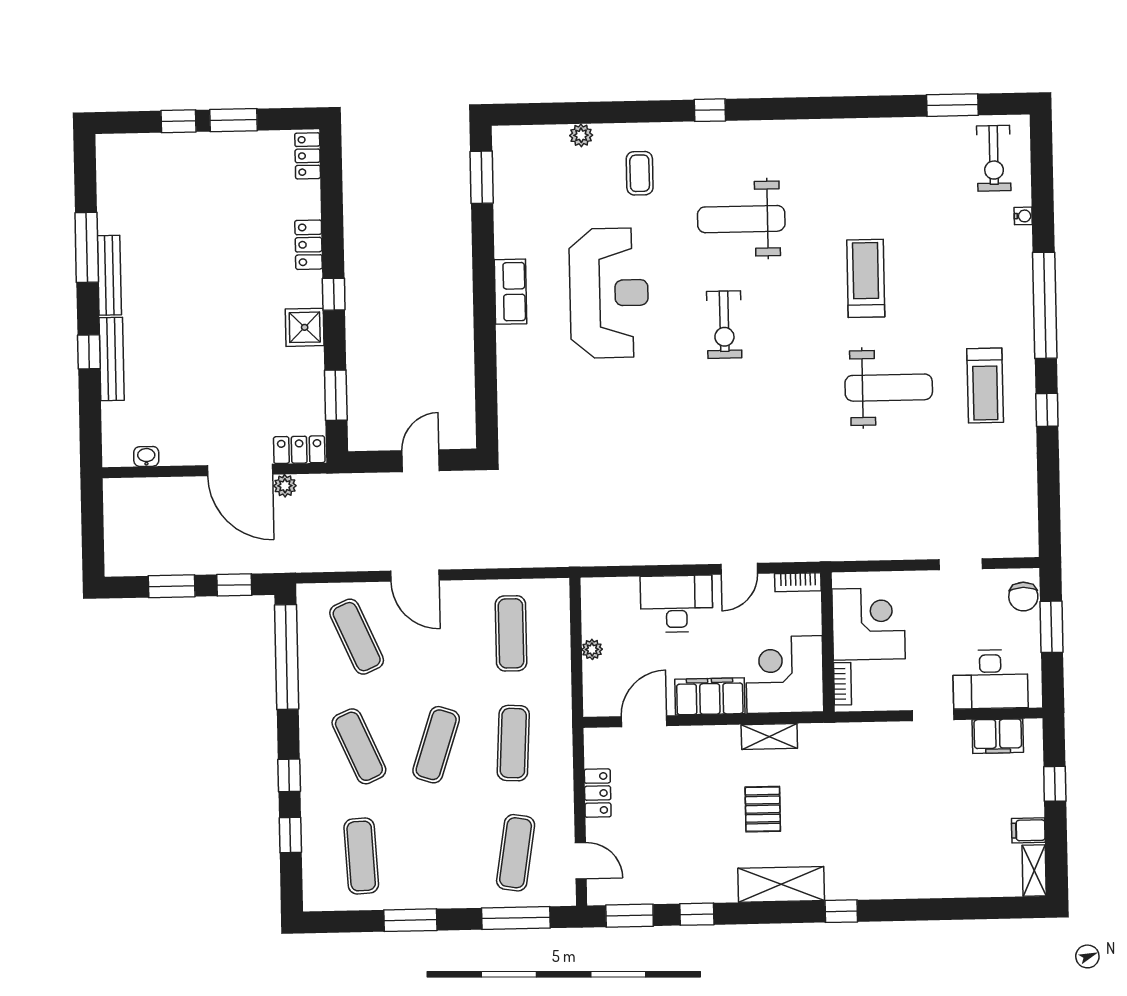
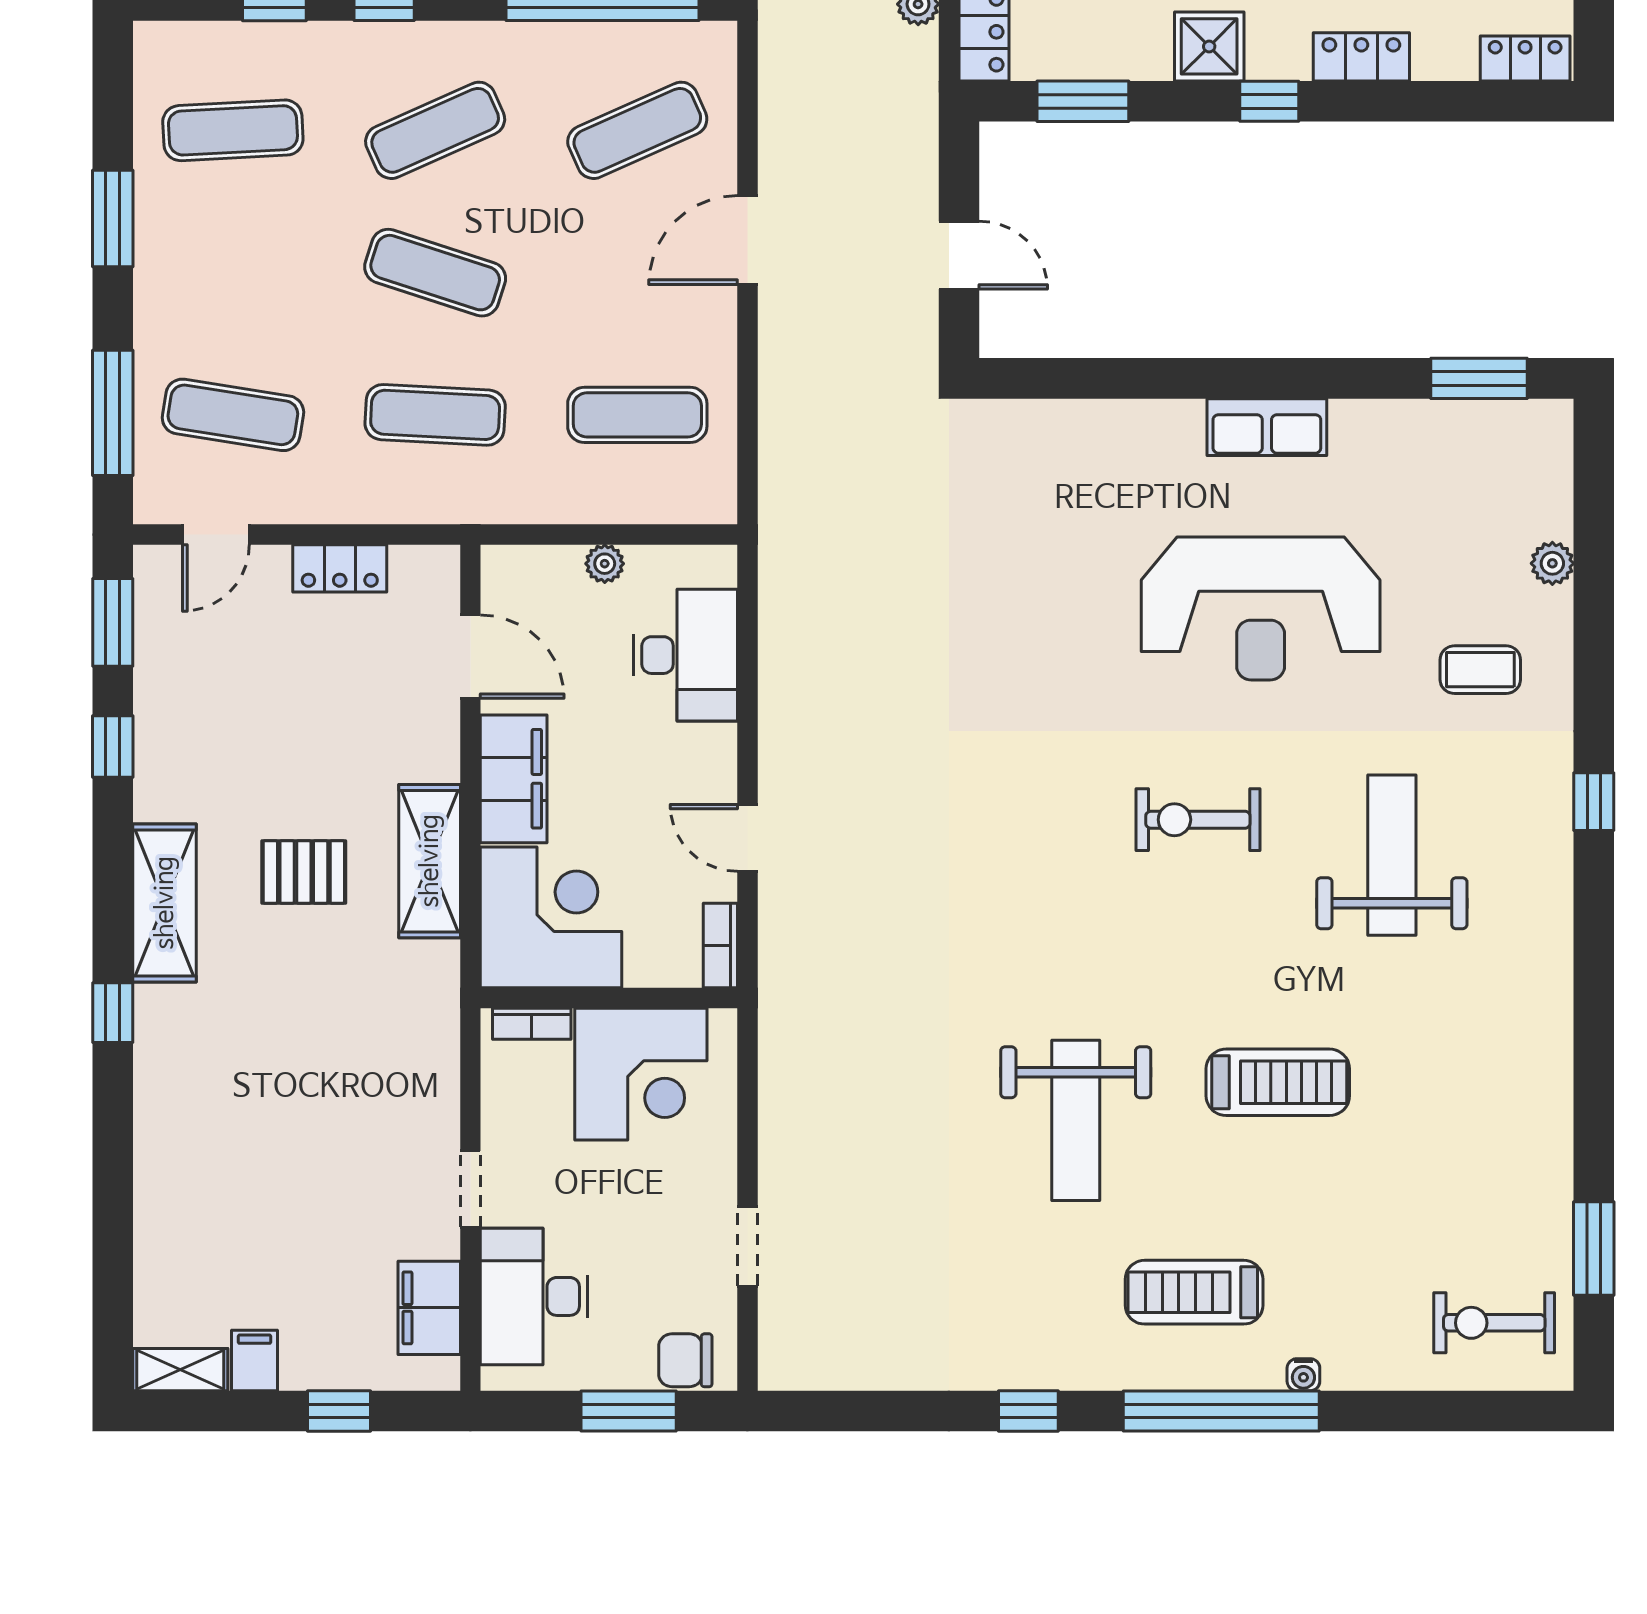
water cooler: (1023, 216) -> (1303, 1375), moved
treadmill: (985, 386) -> (1194, 1292), moved
desk: (677, 604) -> (686, 655), moved
shelving: (769, 737) -> (430, 861), width x1.50, depth x1.33

